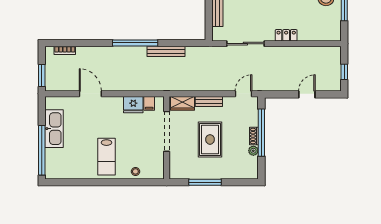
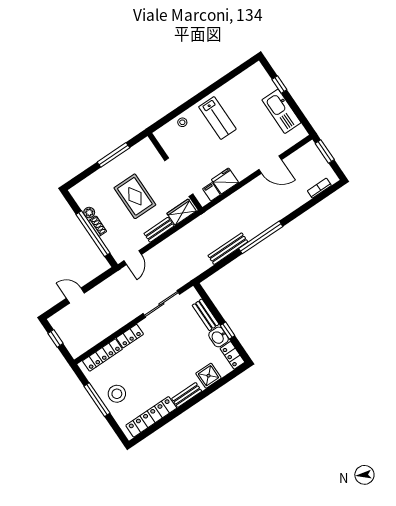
locker: (317, 35) -> (102, 355), added
door: (307, 94) -> (75, 296), swing flipped
window: (42, 150) -> (279, 85), width x0.32
lab bench: (106, 157) -> (217, 118), turned 180

